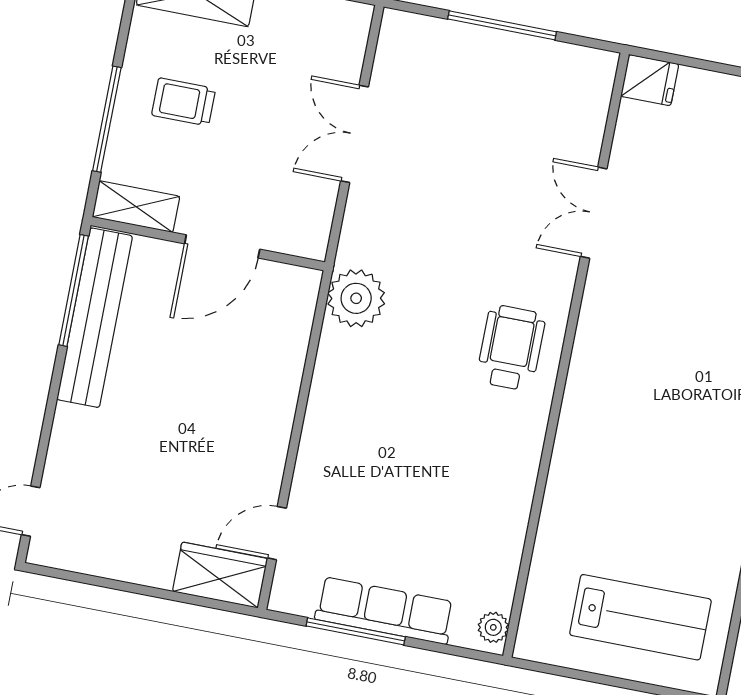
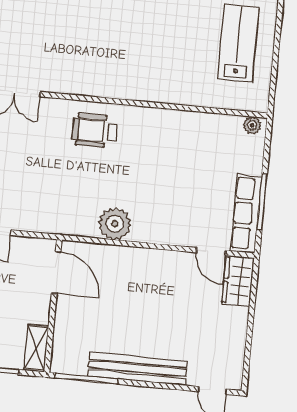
door: (222, 246) -> (56, 273), moved
plant: (356, 298) -> (115, 224), moved
bench: (95, 318) -> (138, 369), moved
row of seats: (385, 611) -> (246, 213), moved

